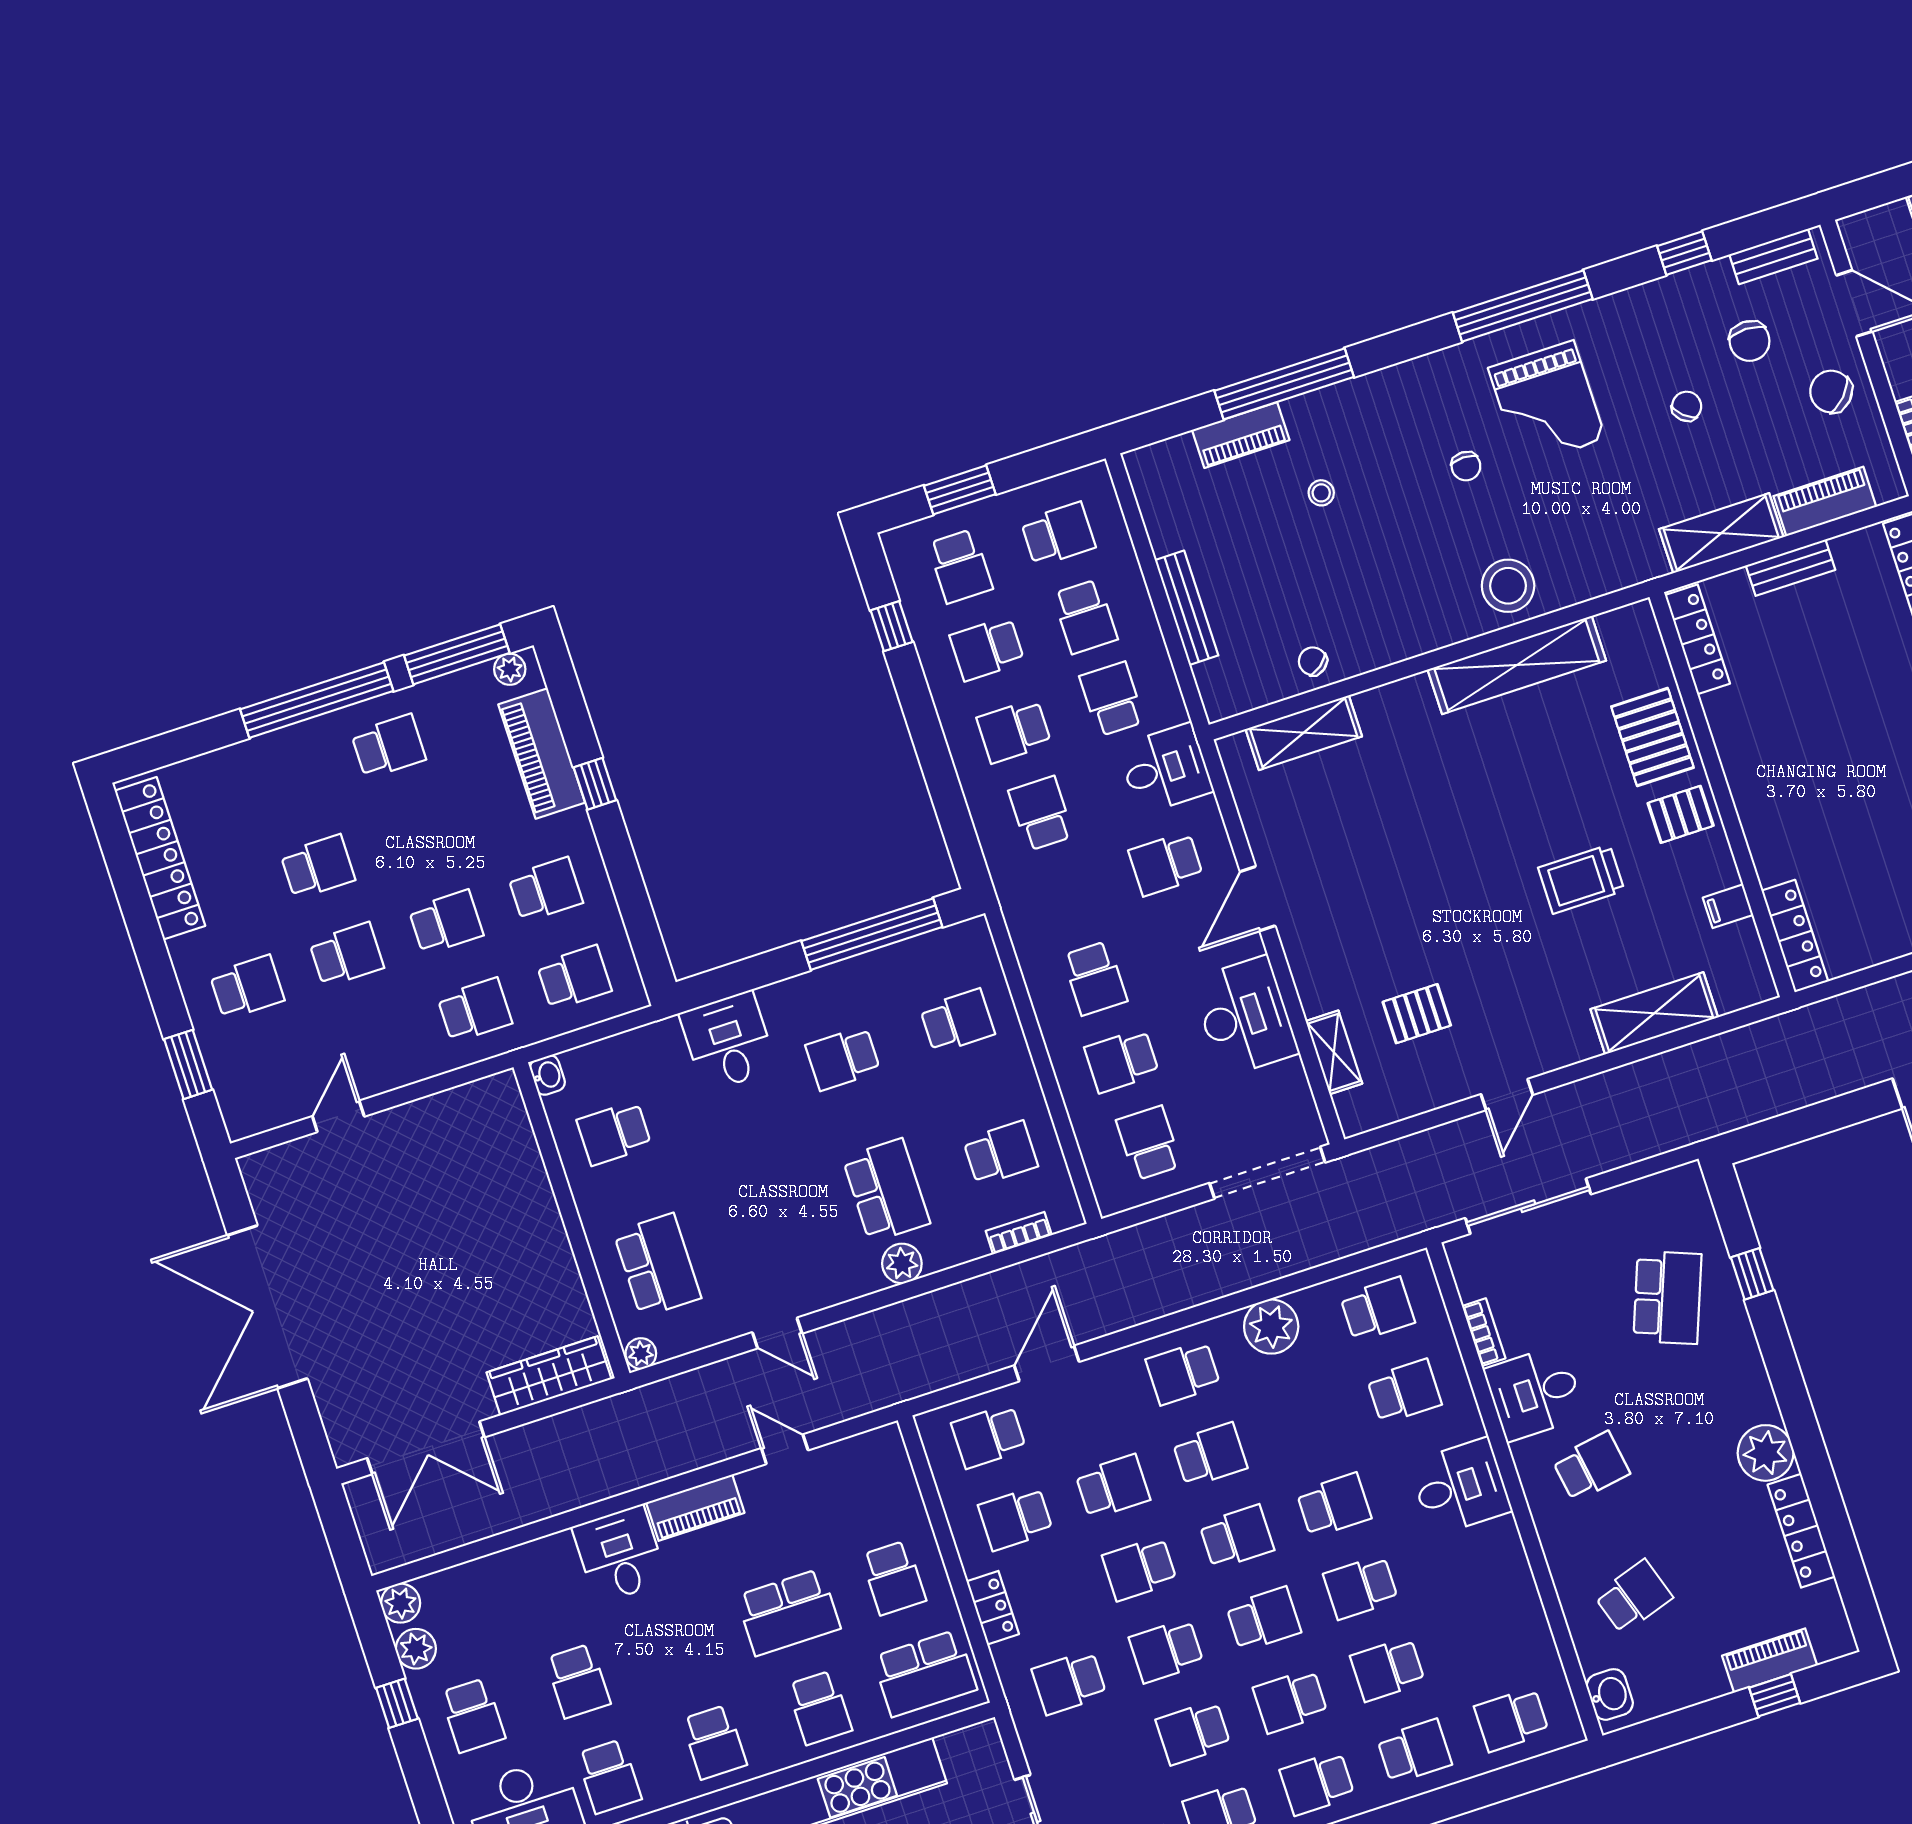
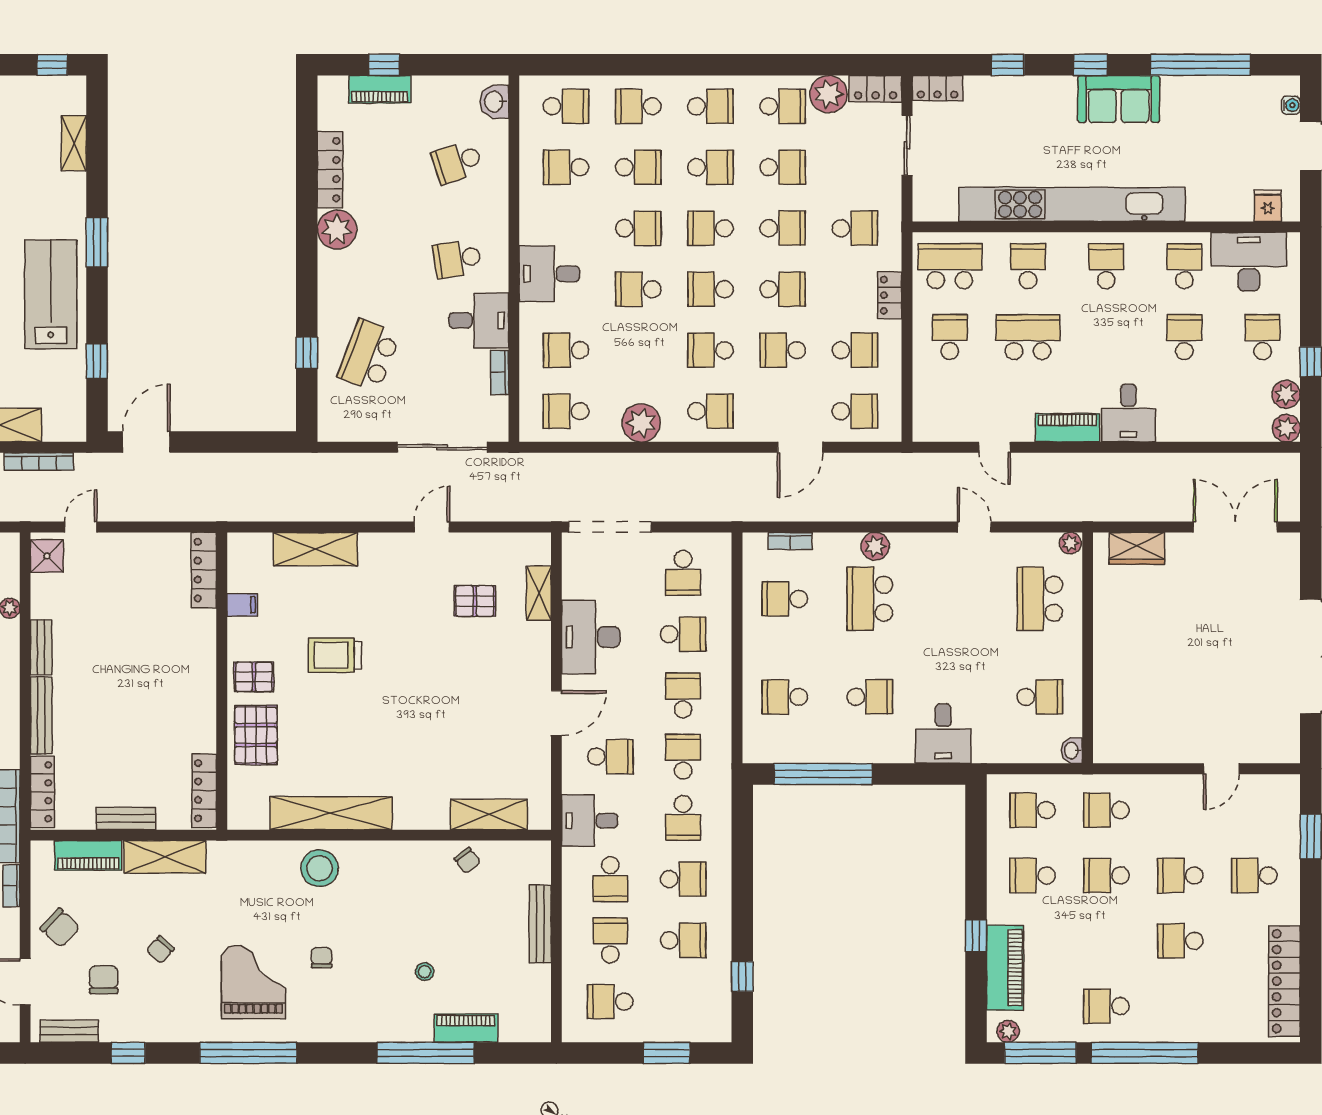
school desk: (960, 566) -> (683, 757), moved
trolley: (1581, 879) -> (335, 655), turned 180
wardrobe: (549, 1376) -> (1137, 548), width x0.67
school desk: (1485, 1638) -> (566, 167), added

